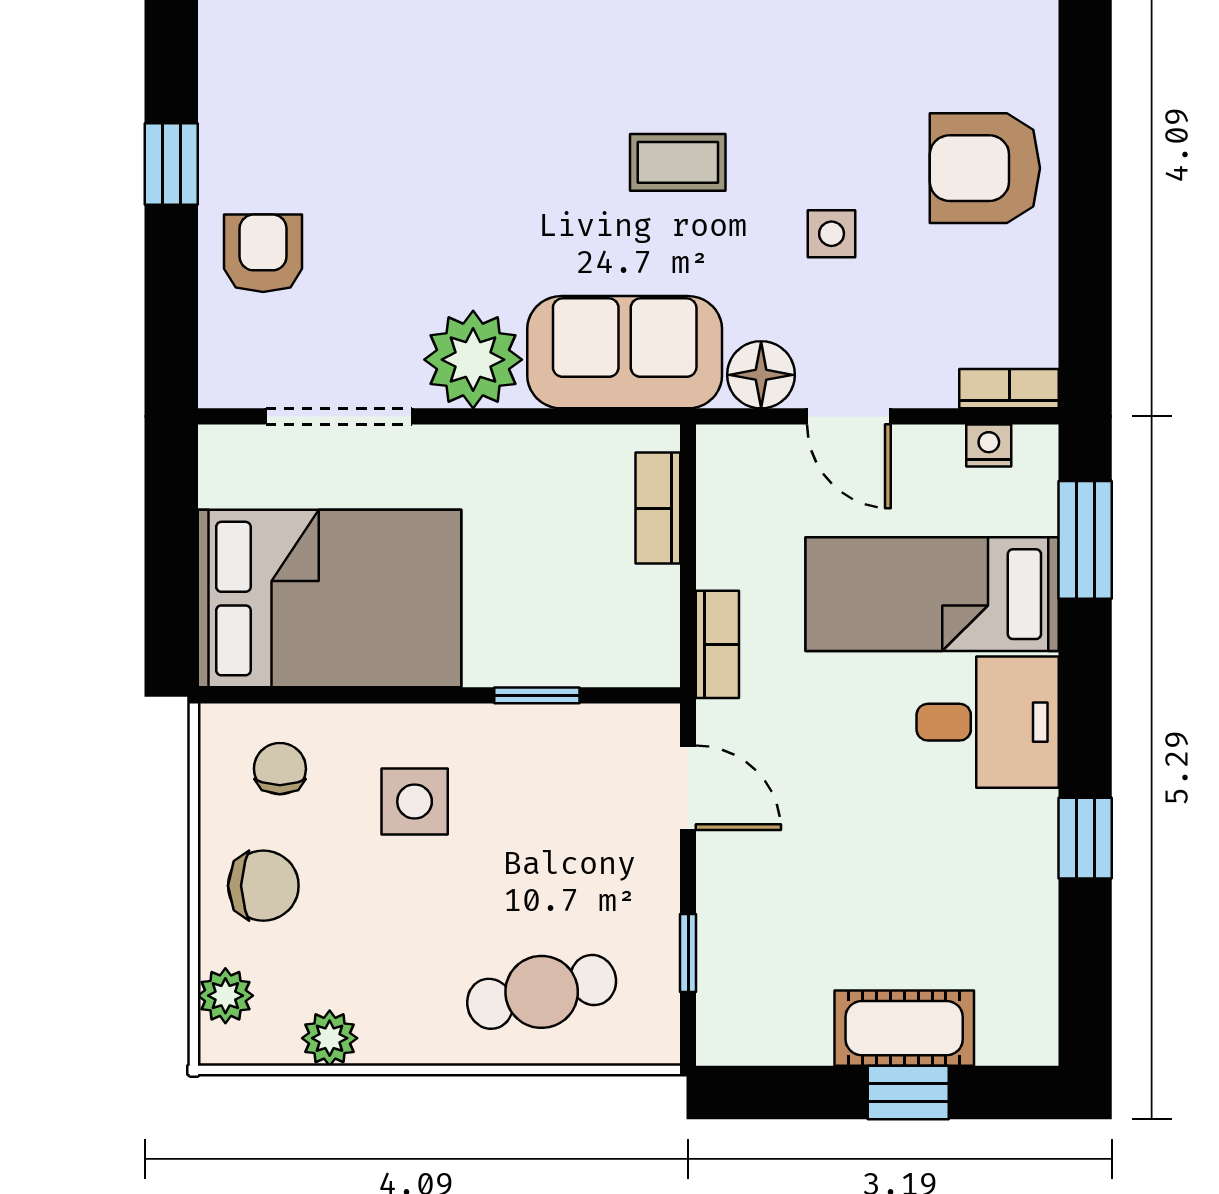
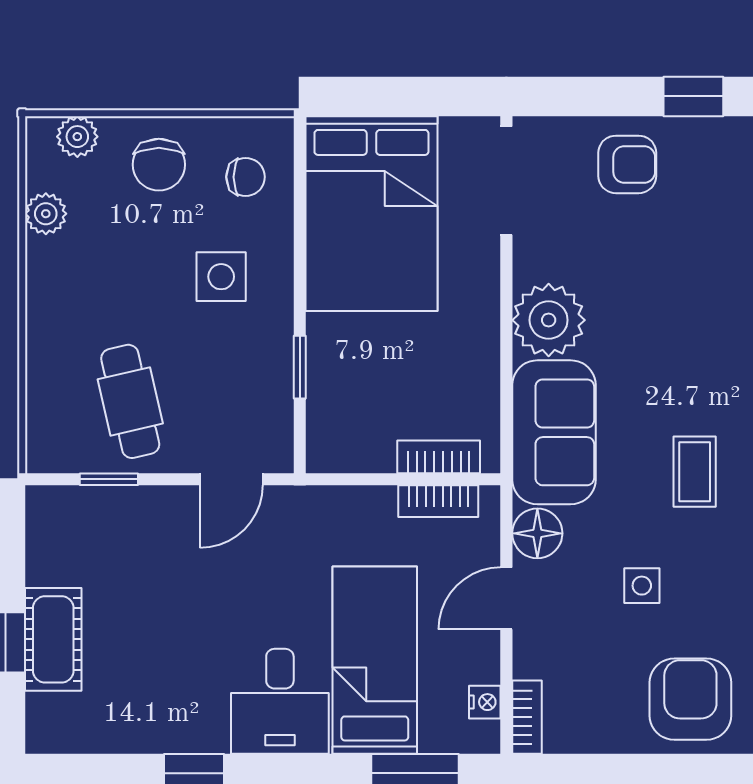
doorway: (339, 416) -> (506, 181), moved
bookcase: (717, 644) -> (438, 501), moved
cafe table: (542, 992) -> (130, 401), moved

